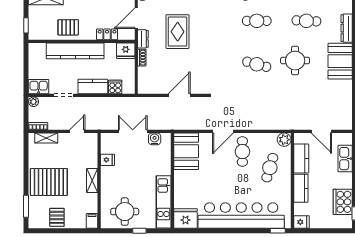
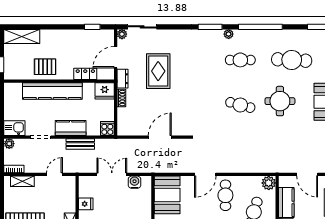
cafe table: (306, 21) -> (292, 60), width x1.37, depth x1.35
cooker: (115, 87) -> (107, 129), moved
bench: (102, 102) -> (80, 144), added

